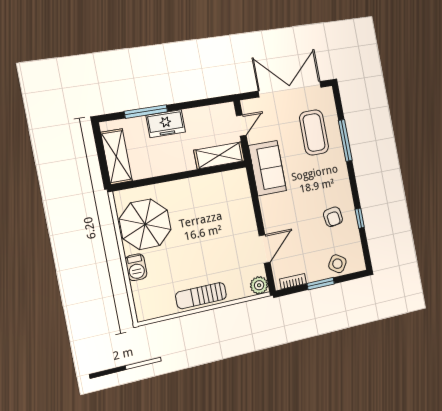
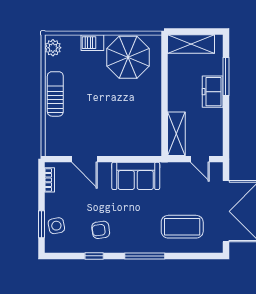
window: (345, 140) -> (145, 256), moved
sofa: (267, 168) -> (136, 176), moved
side table: (337, 264) -> (56, 226), turned 45
window: (321, 284) -> (42, 224), moved
plant: (259, 285) -> (53, 48), moved

